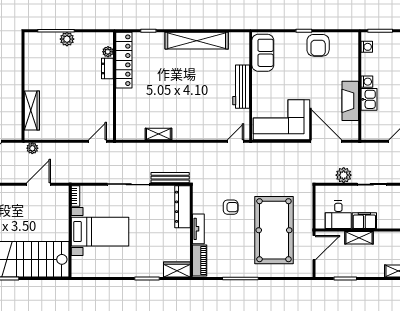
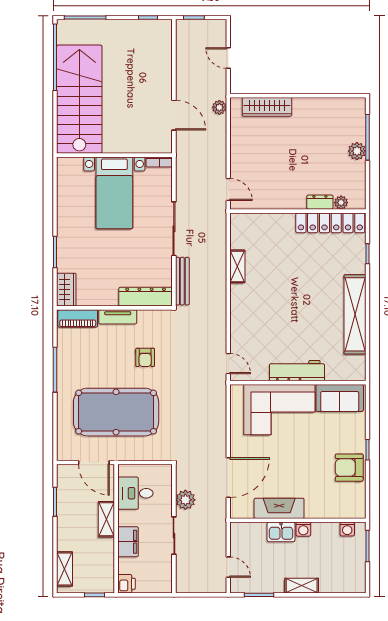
corner sofa: (281, 120) -> (279, 410), moved, turned 90
filing cabinet: (364, 221) -> (128, 542), moved

